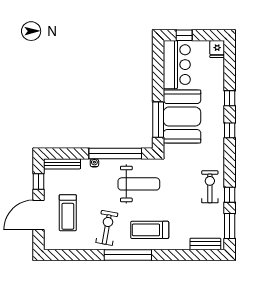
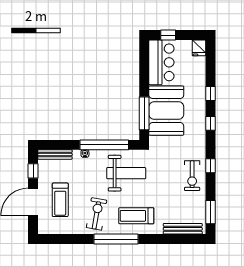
exercise bike: (210, 187) -> (192, 176), turned 180
window: (230, 195) -> (211, 166), moved
bench: (205, 244) -> (183, 229), width x1.36

